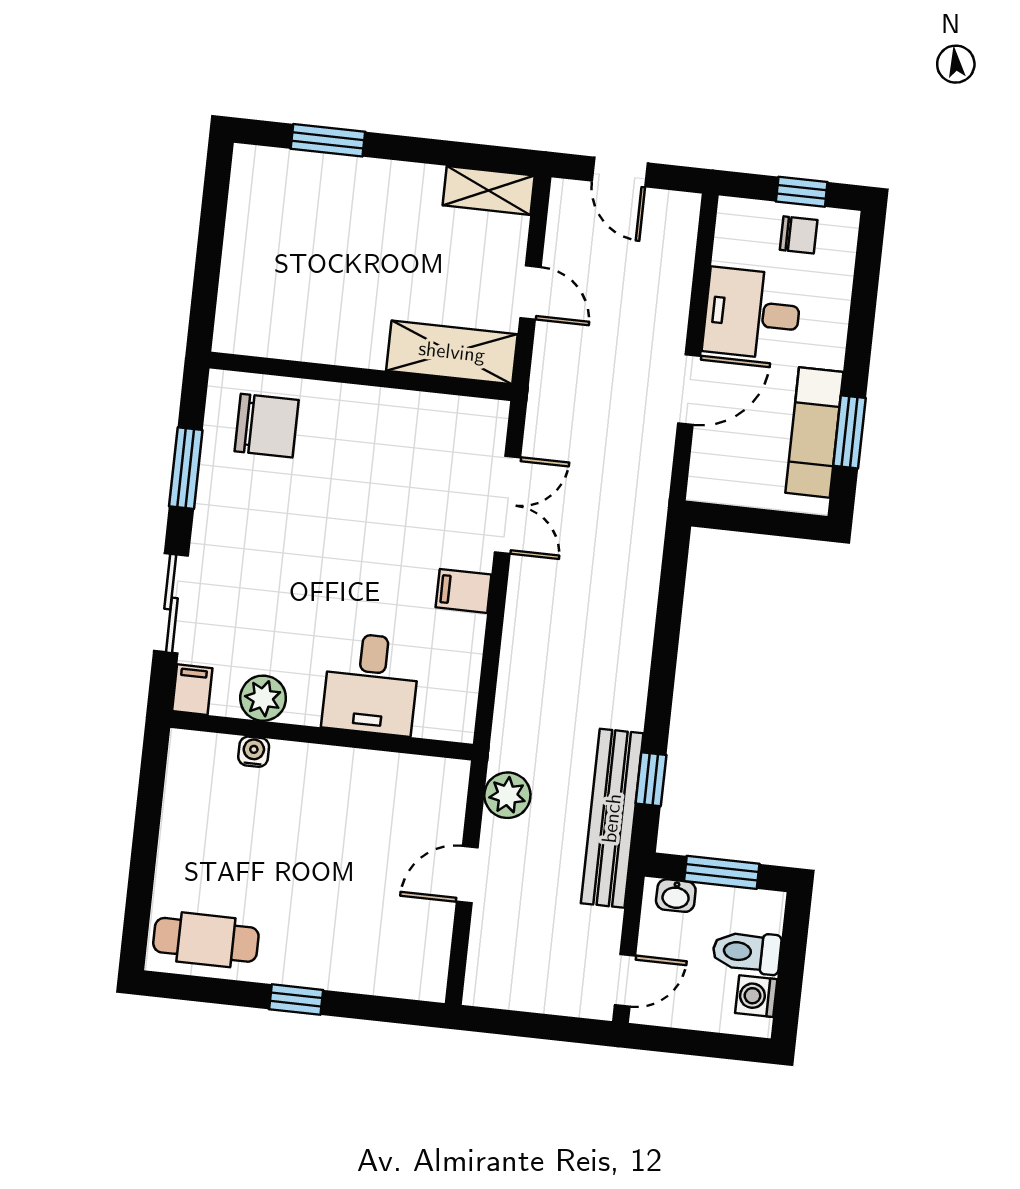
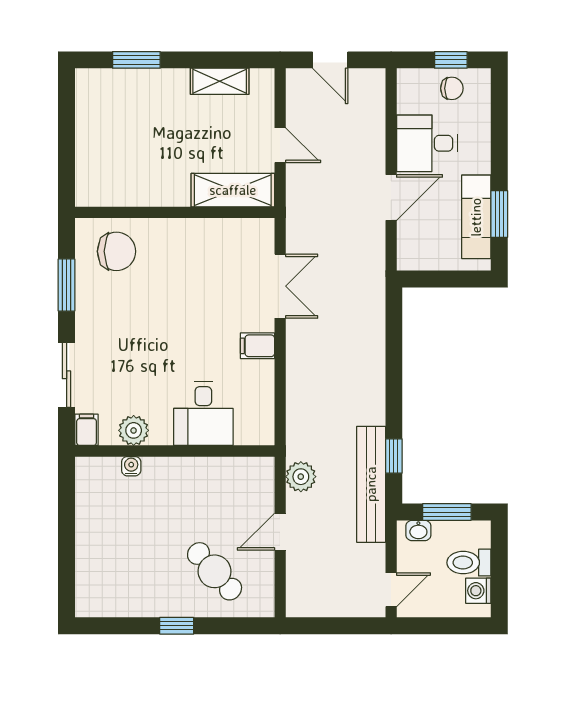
shelving: (489, 190) -> (220, 81), moved
cafe table: (206, 940) -> (215, 571), moved, turned 48

